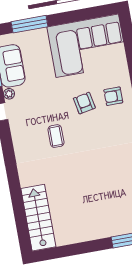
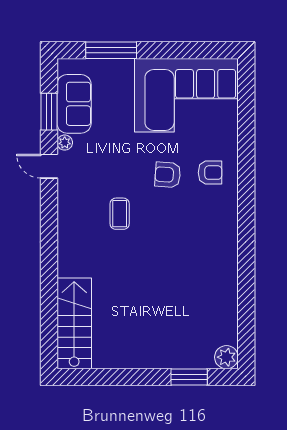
armchair: (113, 96) -> (210, 173), turned 180
armchair: (84, 103) -> (168, 175), turned -75

